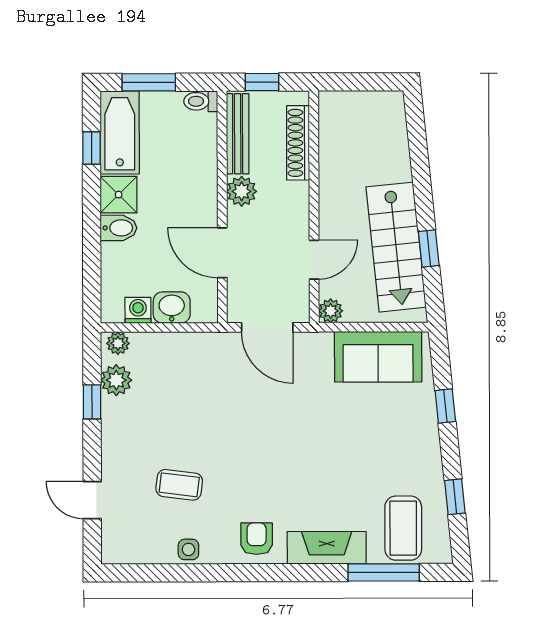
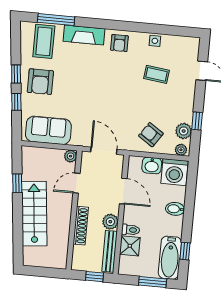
toilet: (201, 101) -> (131, 230), moved
shoe rack: (298, 143) -> (81, 226), moved
shower: (119, 195) -> (130, 246), moved
stairs: (396, 247) -> (34, 214), moved
washing machine: (138, 310) -> (174, 172), width x1.89, depth x1.89
armchair: (179, 367) -> (151, 135), added
armchair: (403, 450) -> (40, 82), added
window: (455, 497) -> (16, 74), moved

